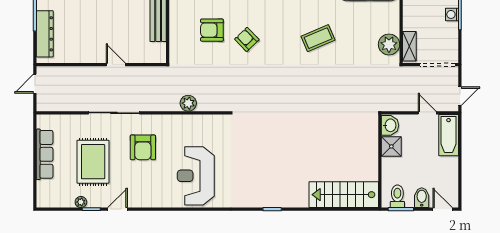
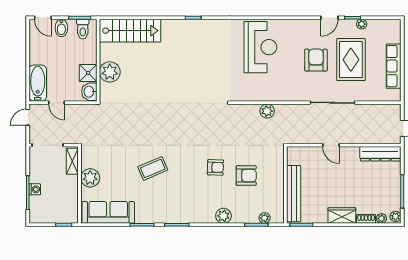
dresser: (45, 34) -> (380, 154), moved, turned -90
armchair: (247, 39) -> (215, 167), turned -44
plant: (389, 44) -> (90, 178), moved
armchair: (143, 147) -> (316, 60), moved
plant: (367, 148) -> (110, 72), added

